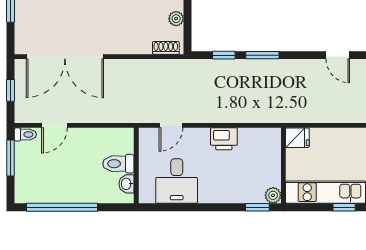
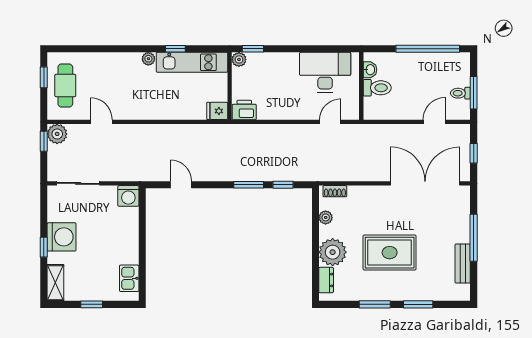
toilet: (25, 134) -> (460, 93), moved
printer: (224, 139) -> (244, 110), moved
desk: (177, 181) -> (325, 72), width x1.37

